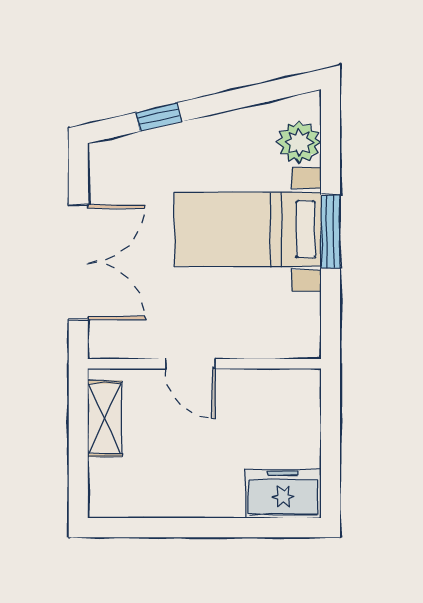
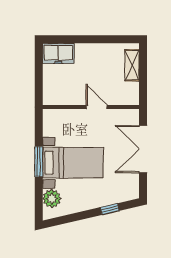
shelving: (105, 419) -> (132, 65), moved

